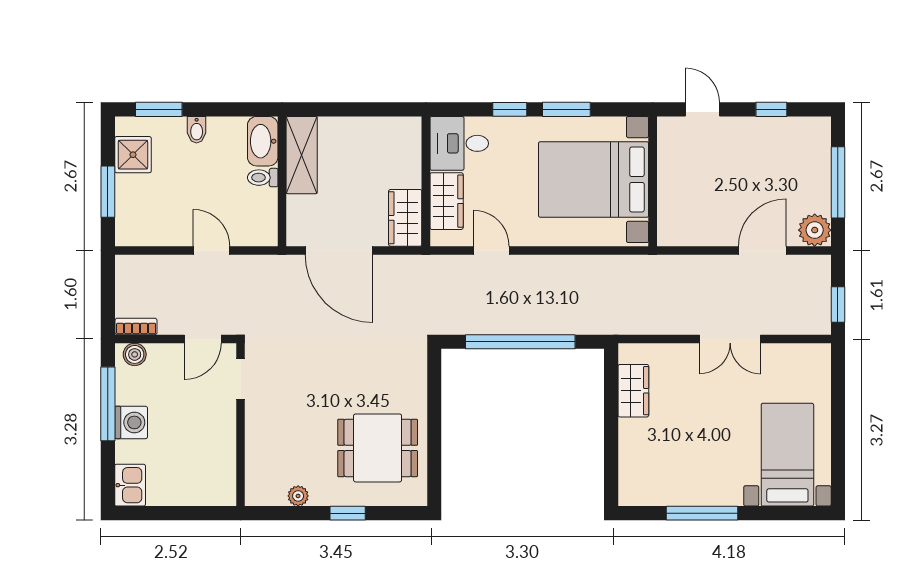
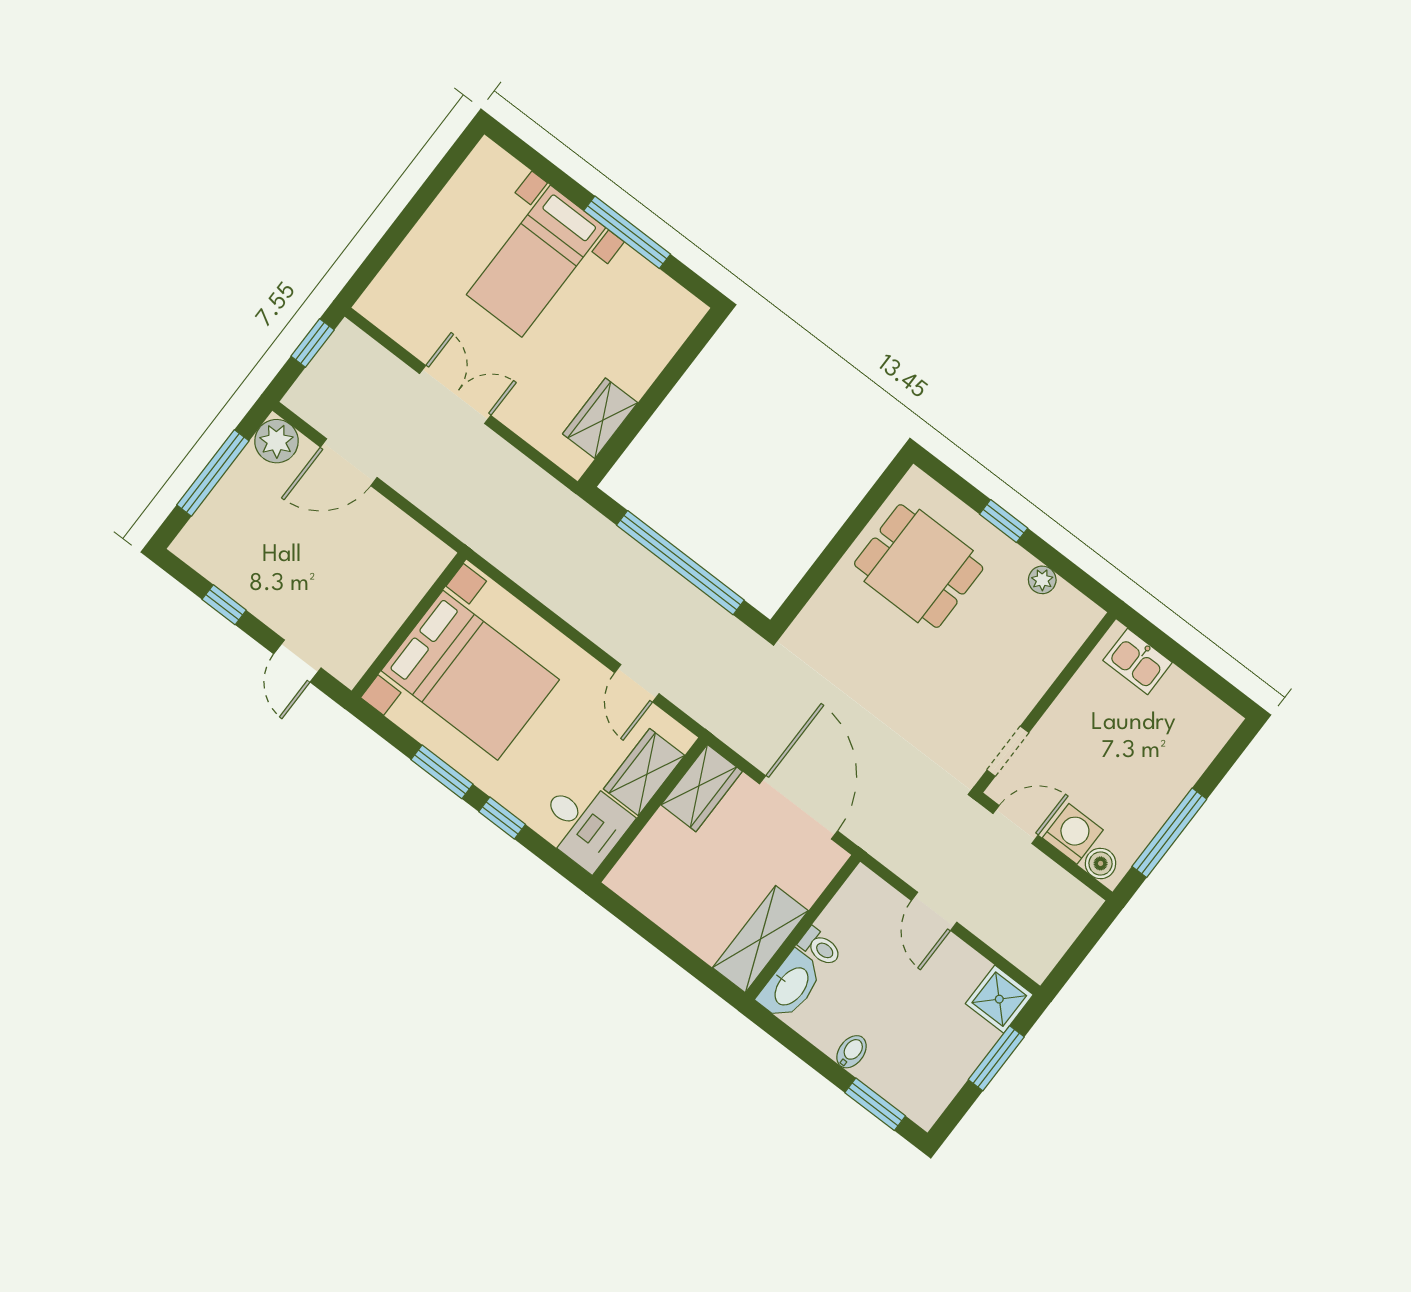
shower: (133, 155) -> (999, 999), moved
bookcase: (136, 326) -> (1076, 892), removed
washing machine: (131, 422) -> (1073, 834), moved, turned 90
bed with nightstands: (787, 455) -> (536, 261), moved
kitchen sink: (130, 485) -> (1138, 661), moved, turned -90

